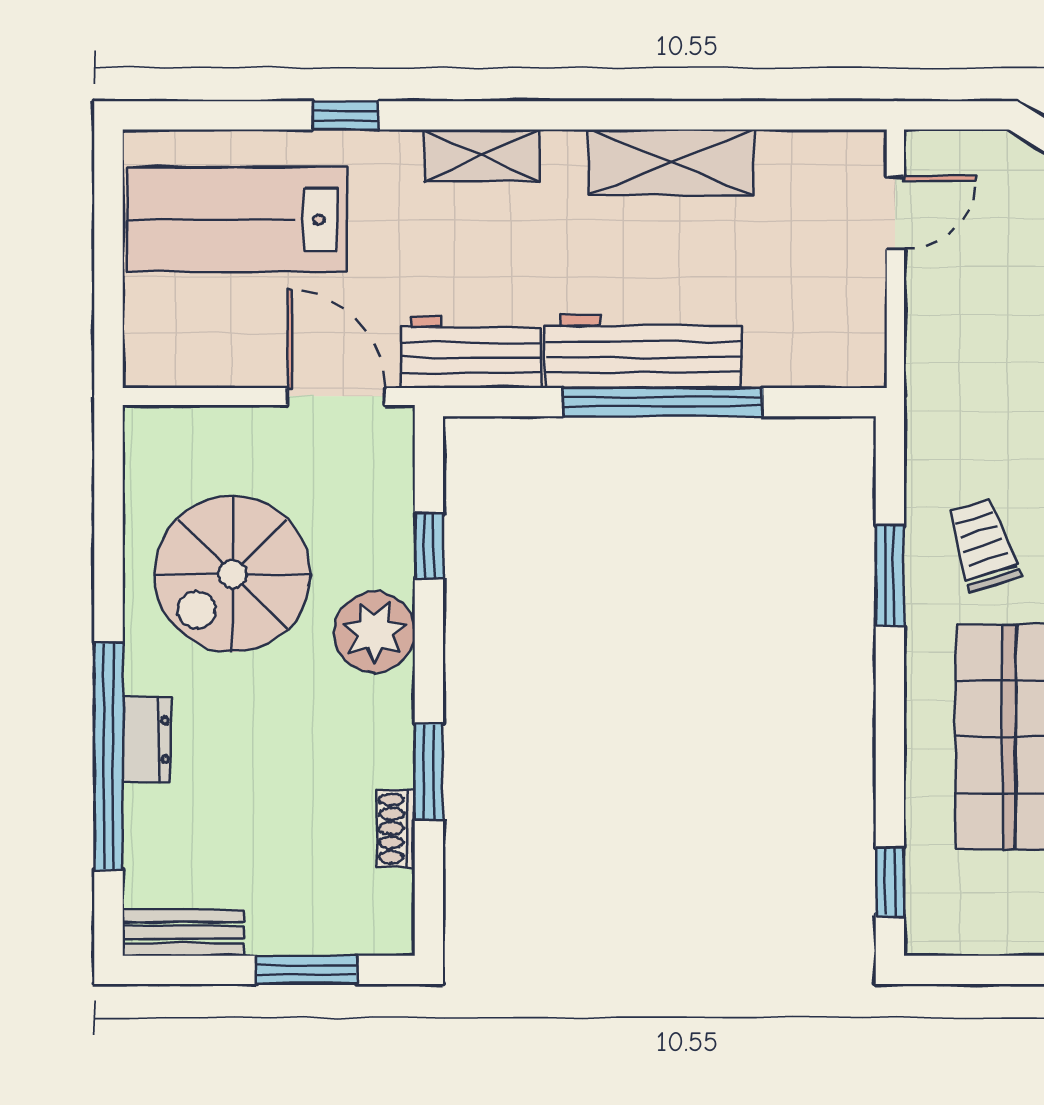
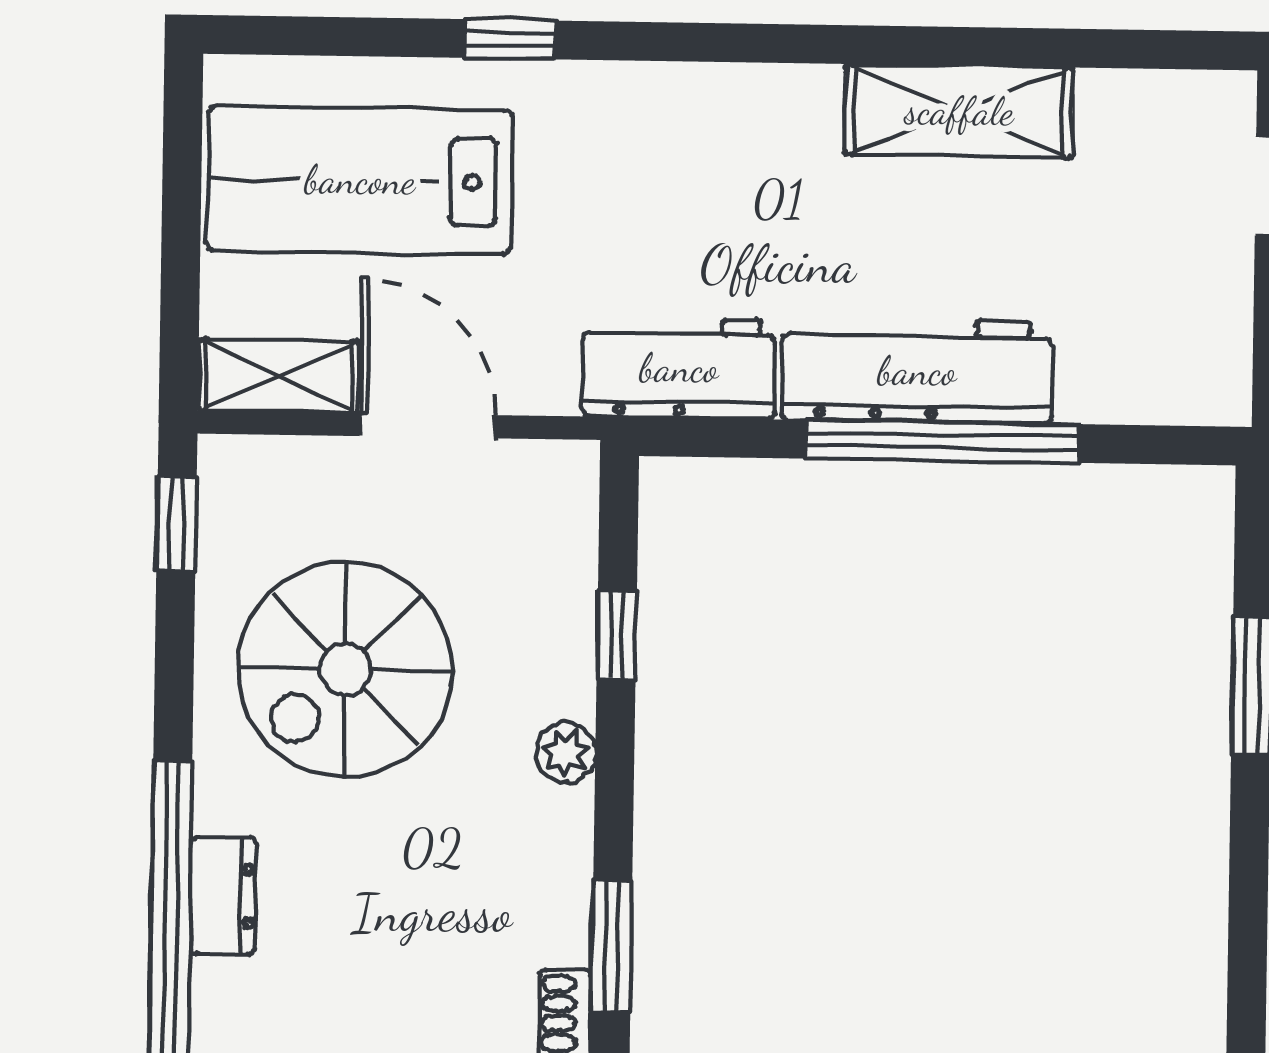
shelving: (482, 155) -> (279, 376), moved
door: (336, 396) -> (427, 426), moved
window: (108, 470) -> (177, 523), added
plant: (374, 632) -> (566, 753), width x0.53, depth x0.53

